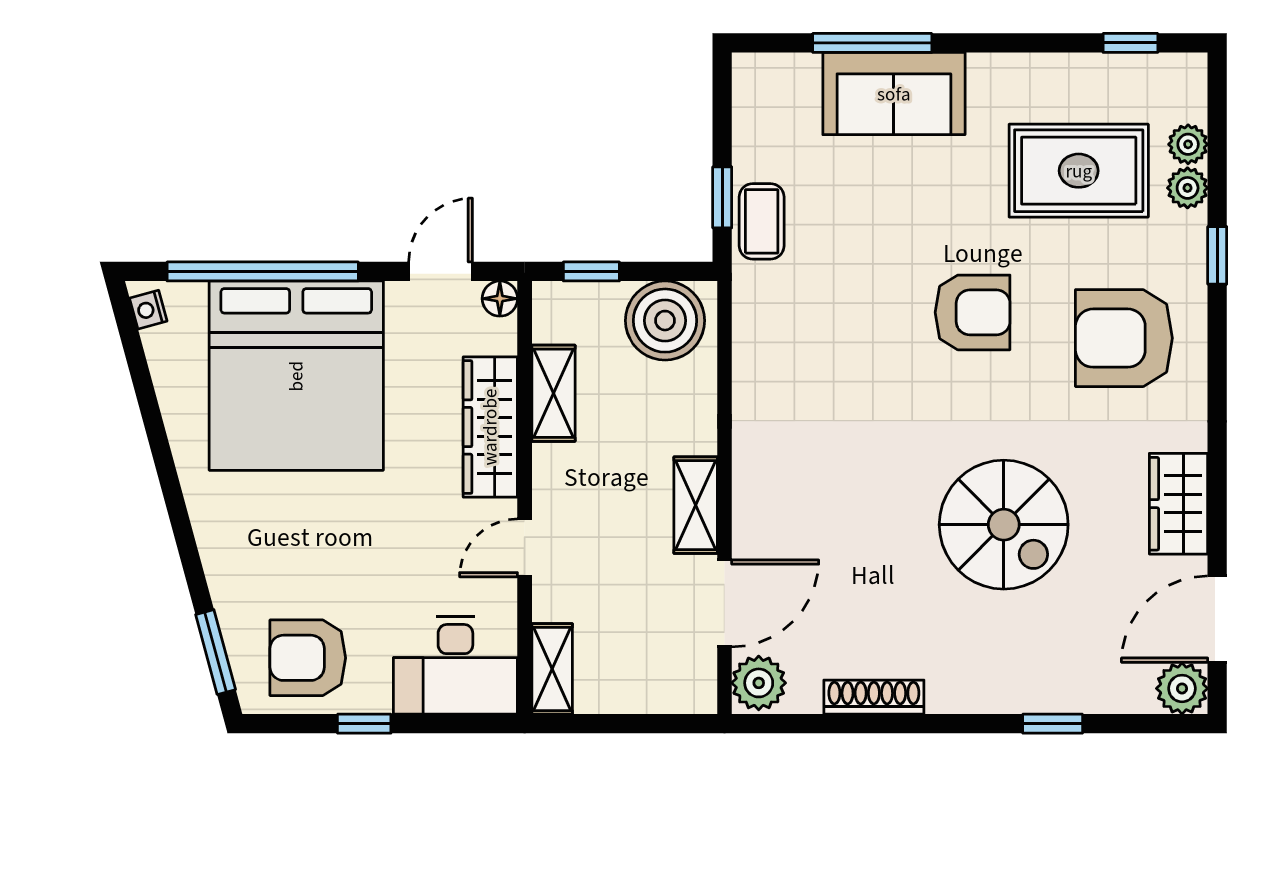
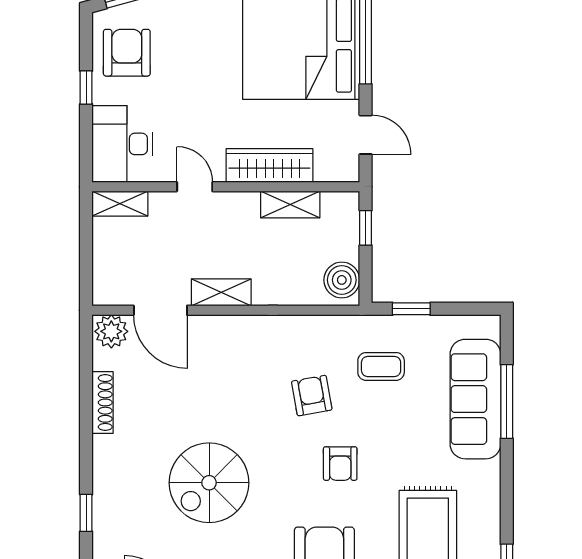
sofa: (894, 94) -> (475, 399), width x1.36
coffee table: (762, 221) -> (381, 366), moved
floor lamp: (500, 299) -> (349, 171), removed
armchair: (973, 312) -> (340, 464), width x0.72, depth x0.72
boiler: (665, 321) -> (342, 280), width x0.73, depth x0.73
armchair: (863, 359) -> (312, 396), added

